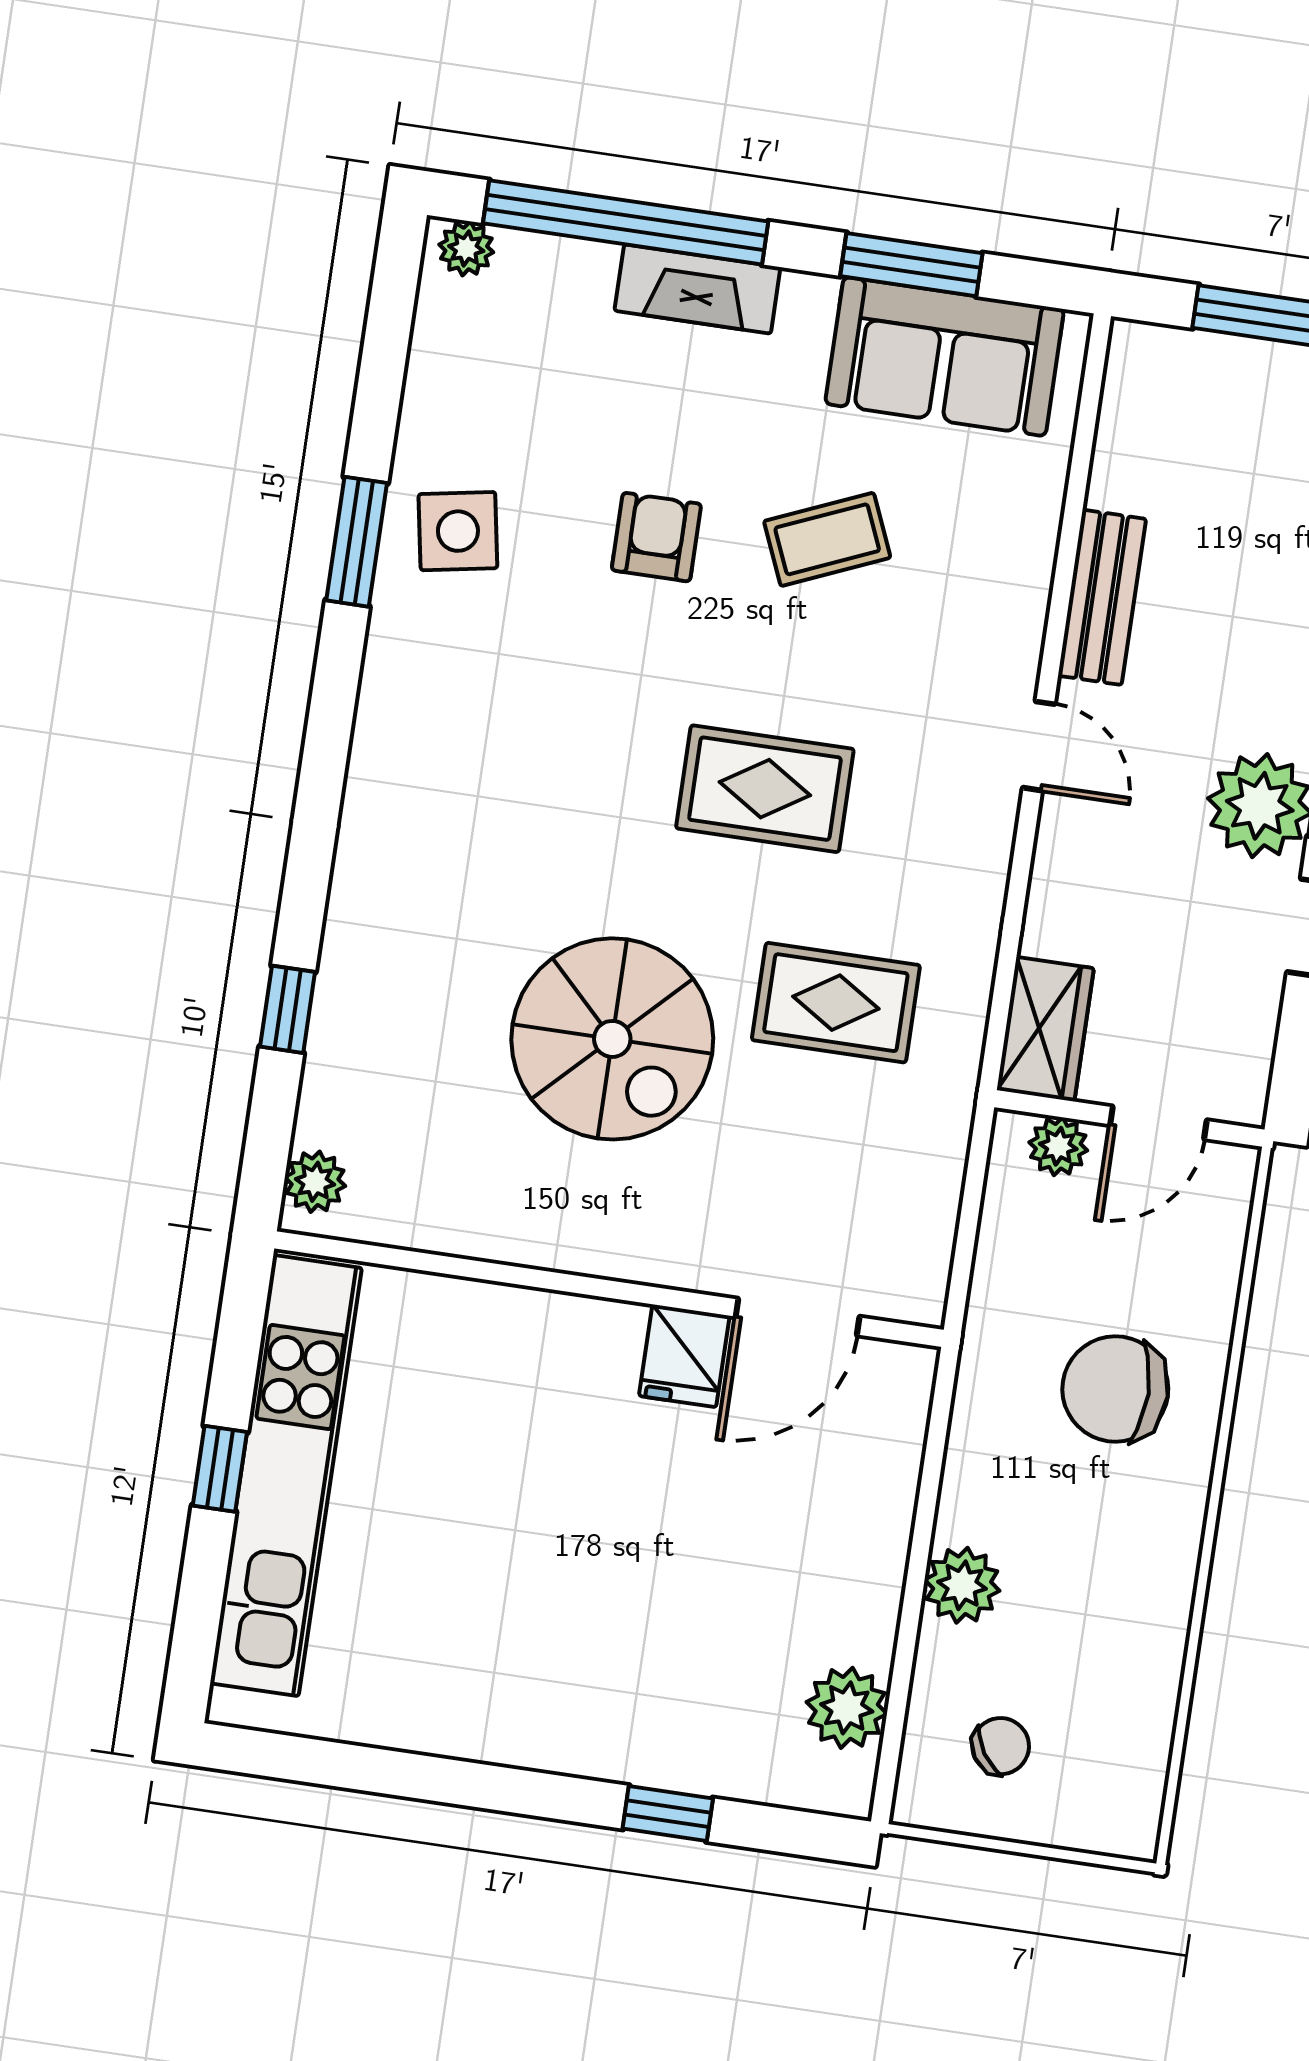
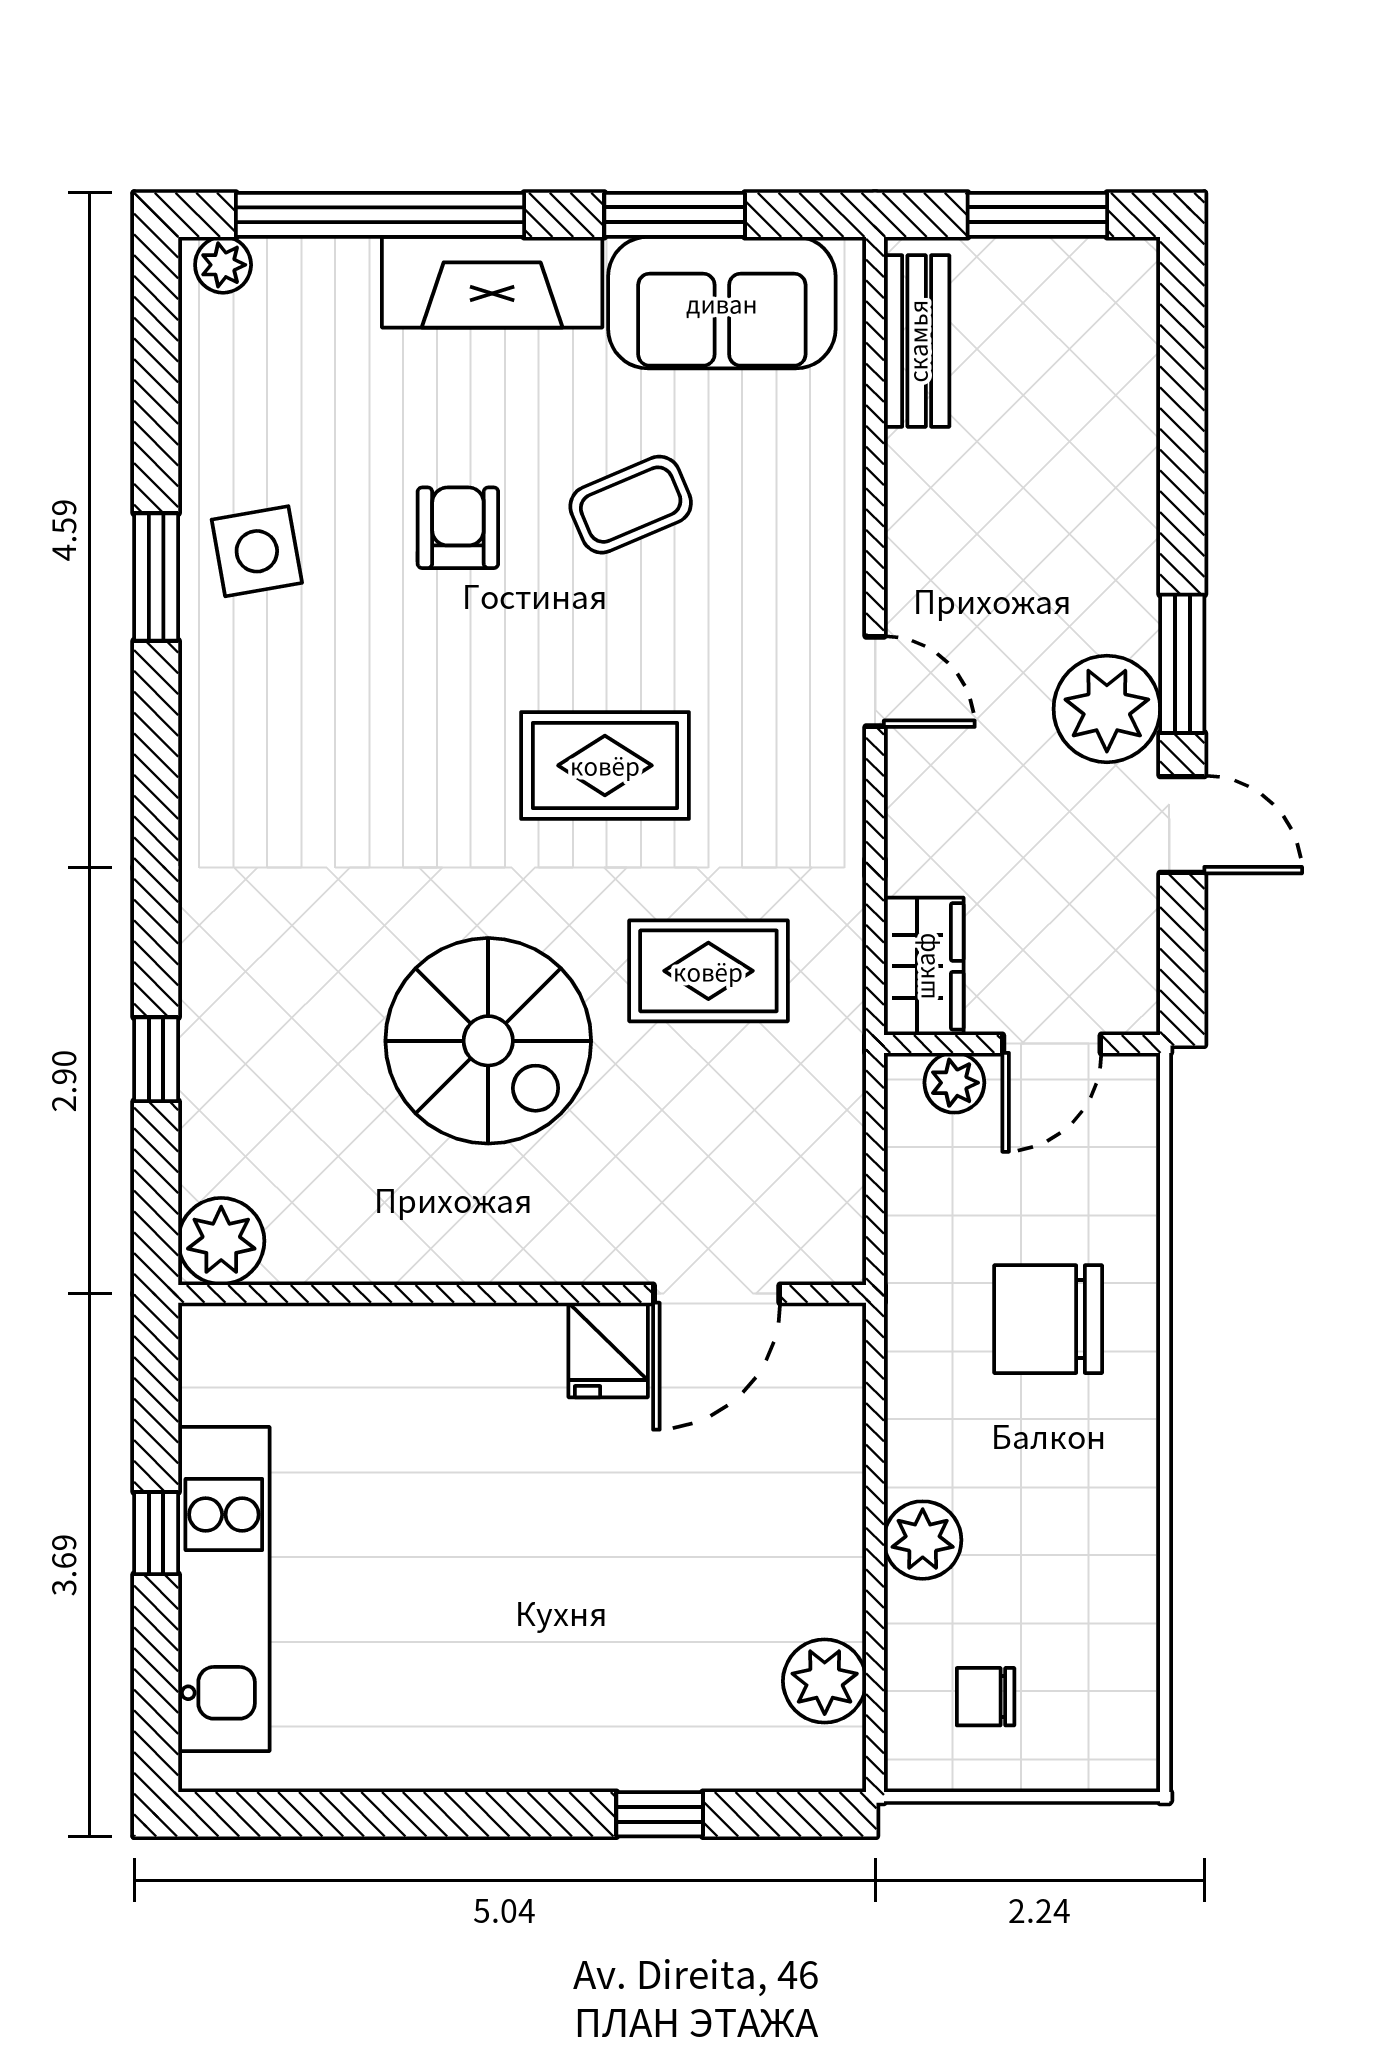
fireplace: (697, 289) -> (492, 282), width x1.37, depth x1.32
bench: (1102, 597) -> (917, 341), moved
plant: (315, 1182) -> (221, 1241), width x1.38, depth x1.38
kitchen unit: (286, 1476) -> (224, 1589), width x0.73
chair: (1001, 1746) -> (986, 1697), turned -147

